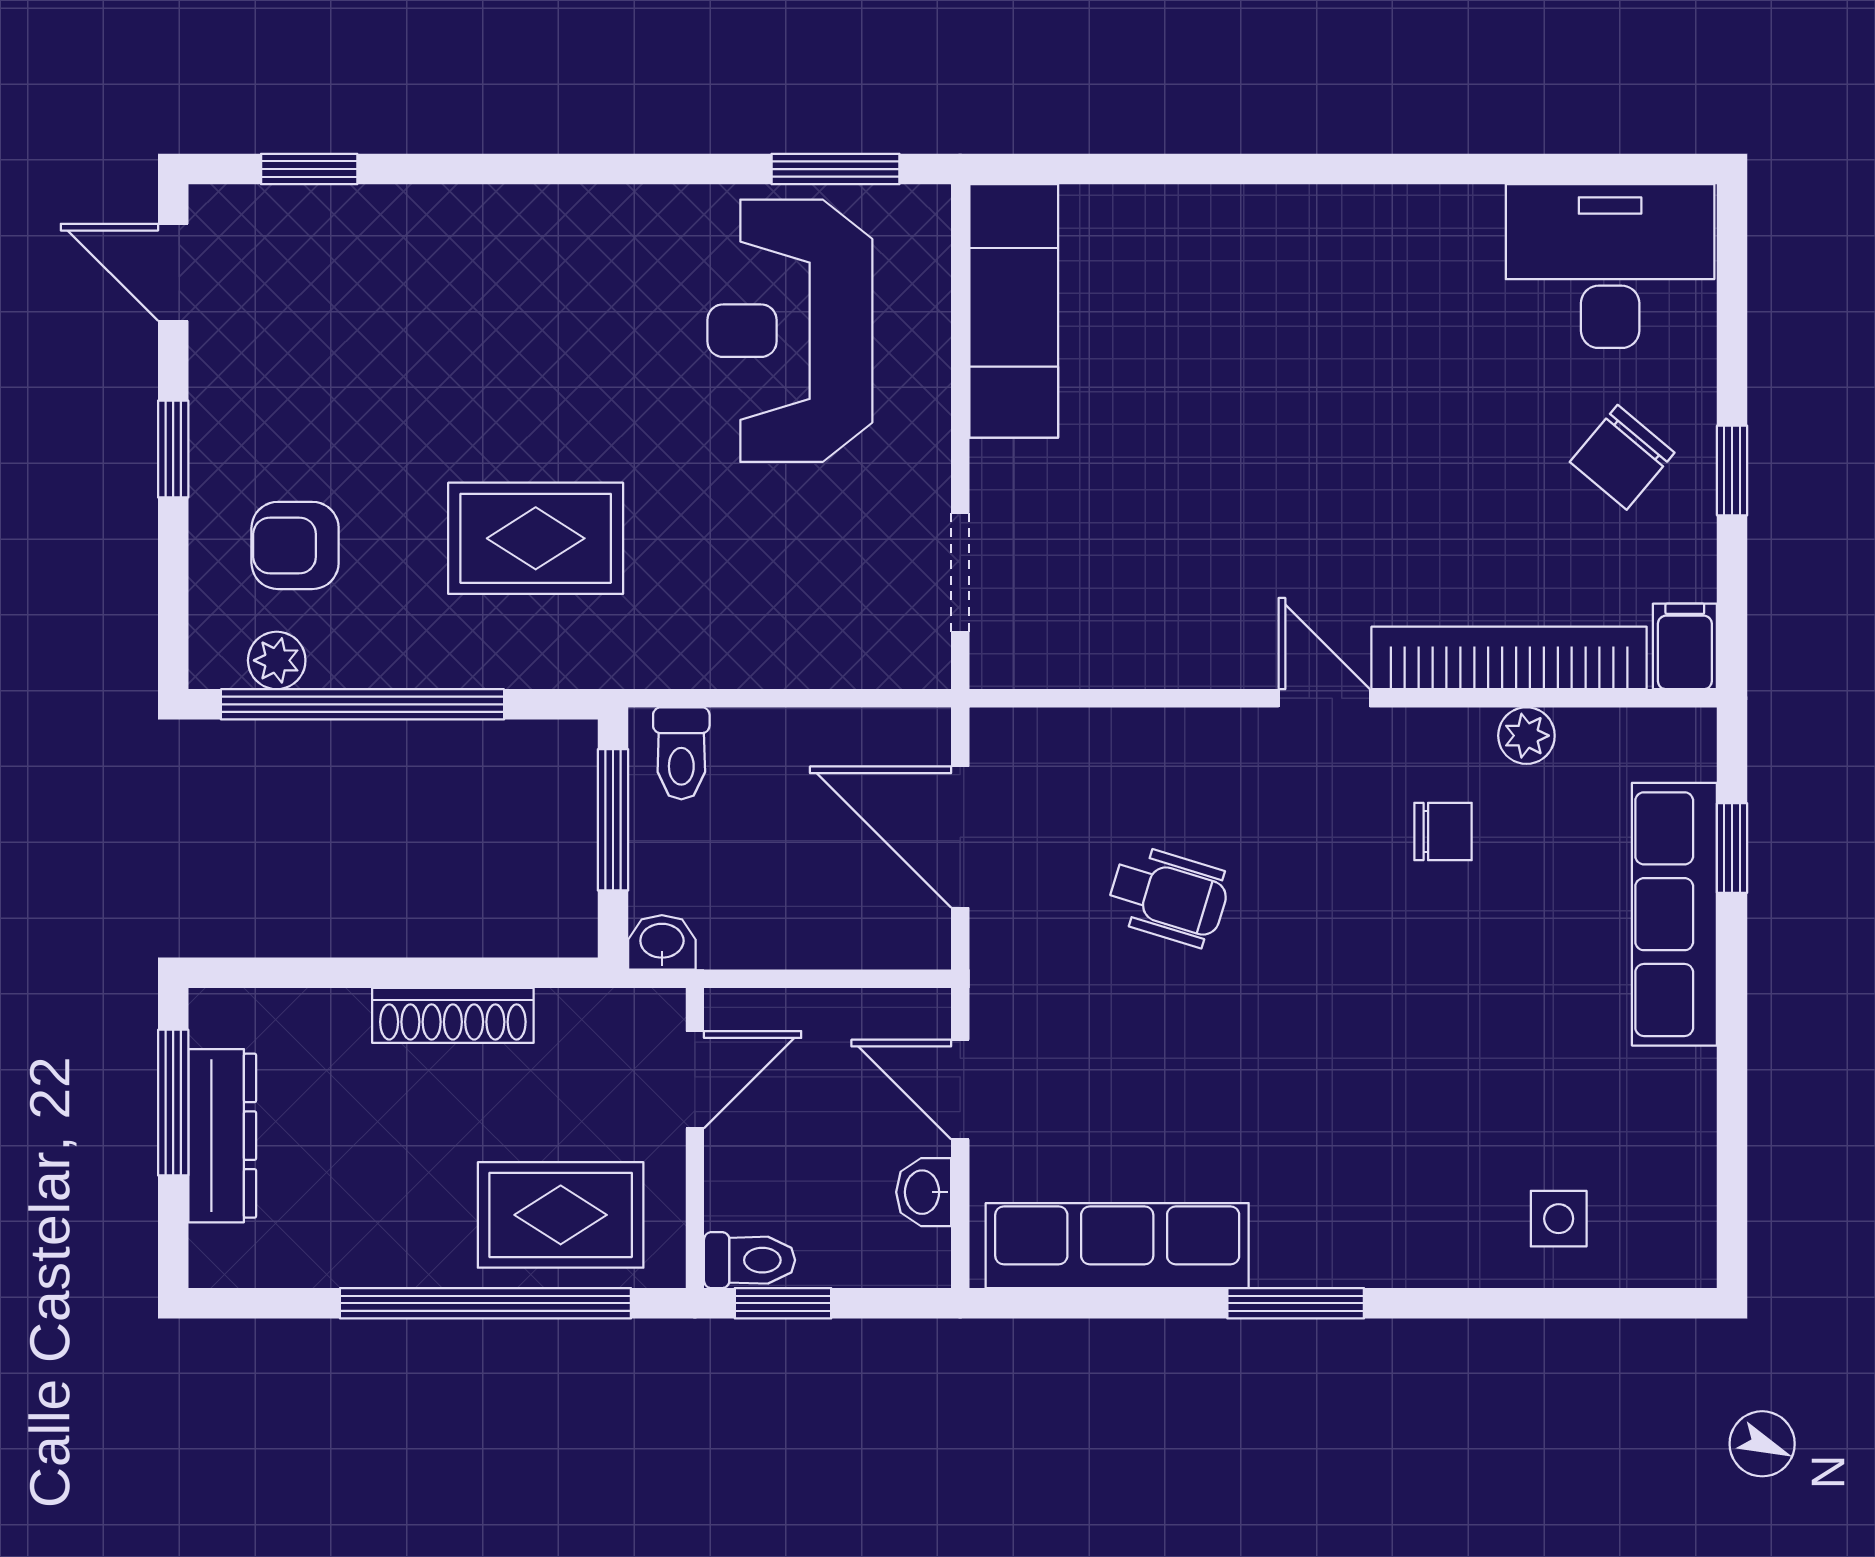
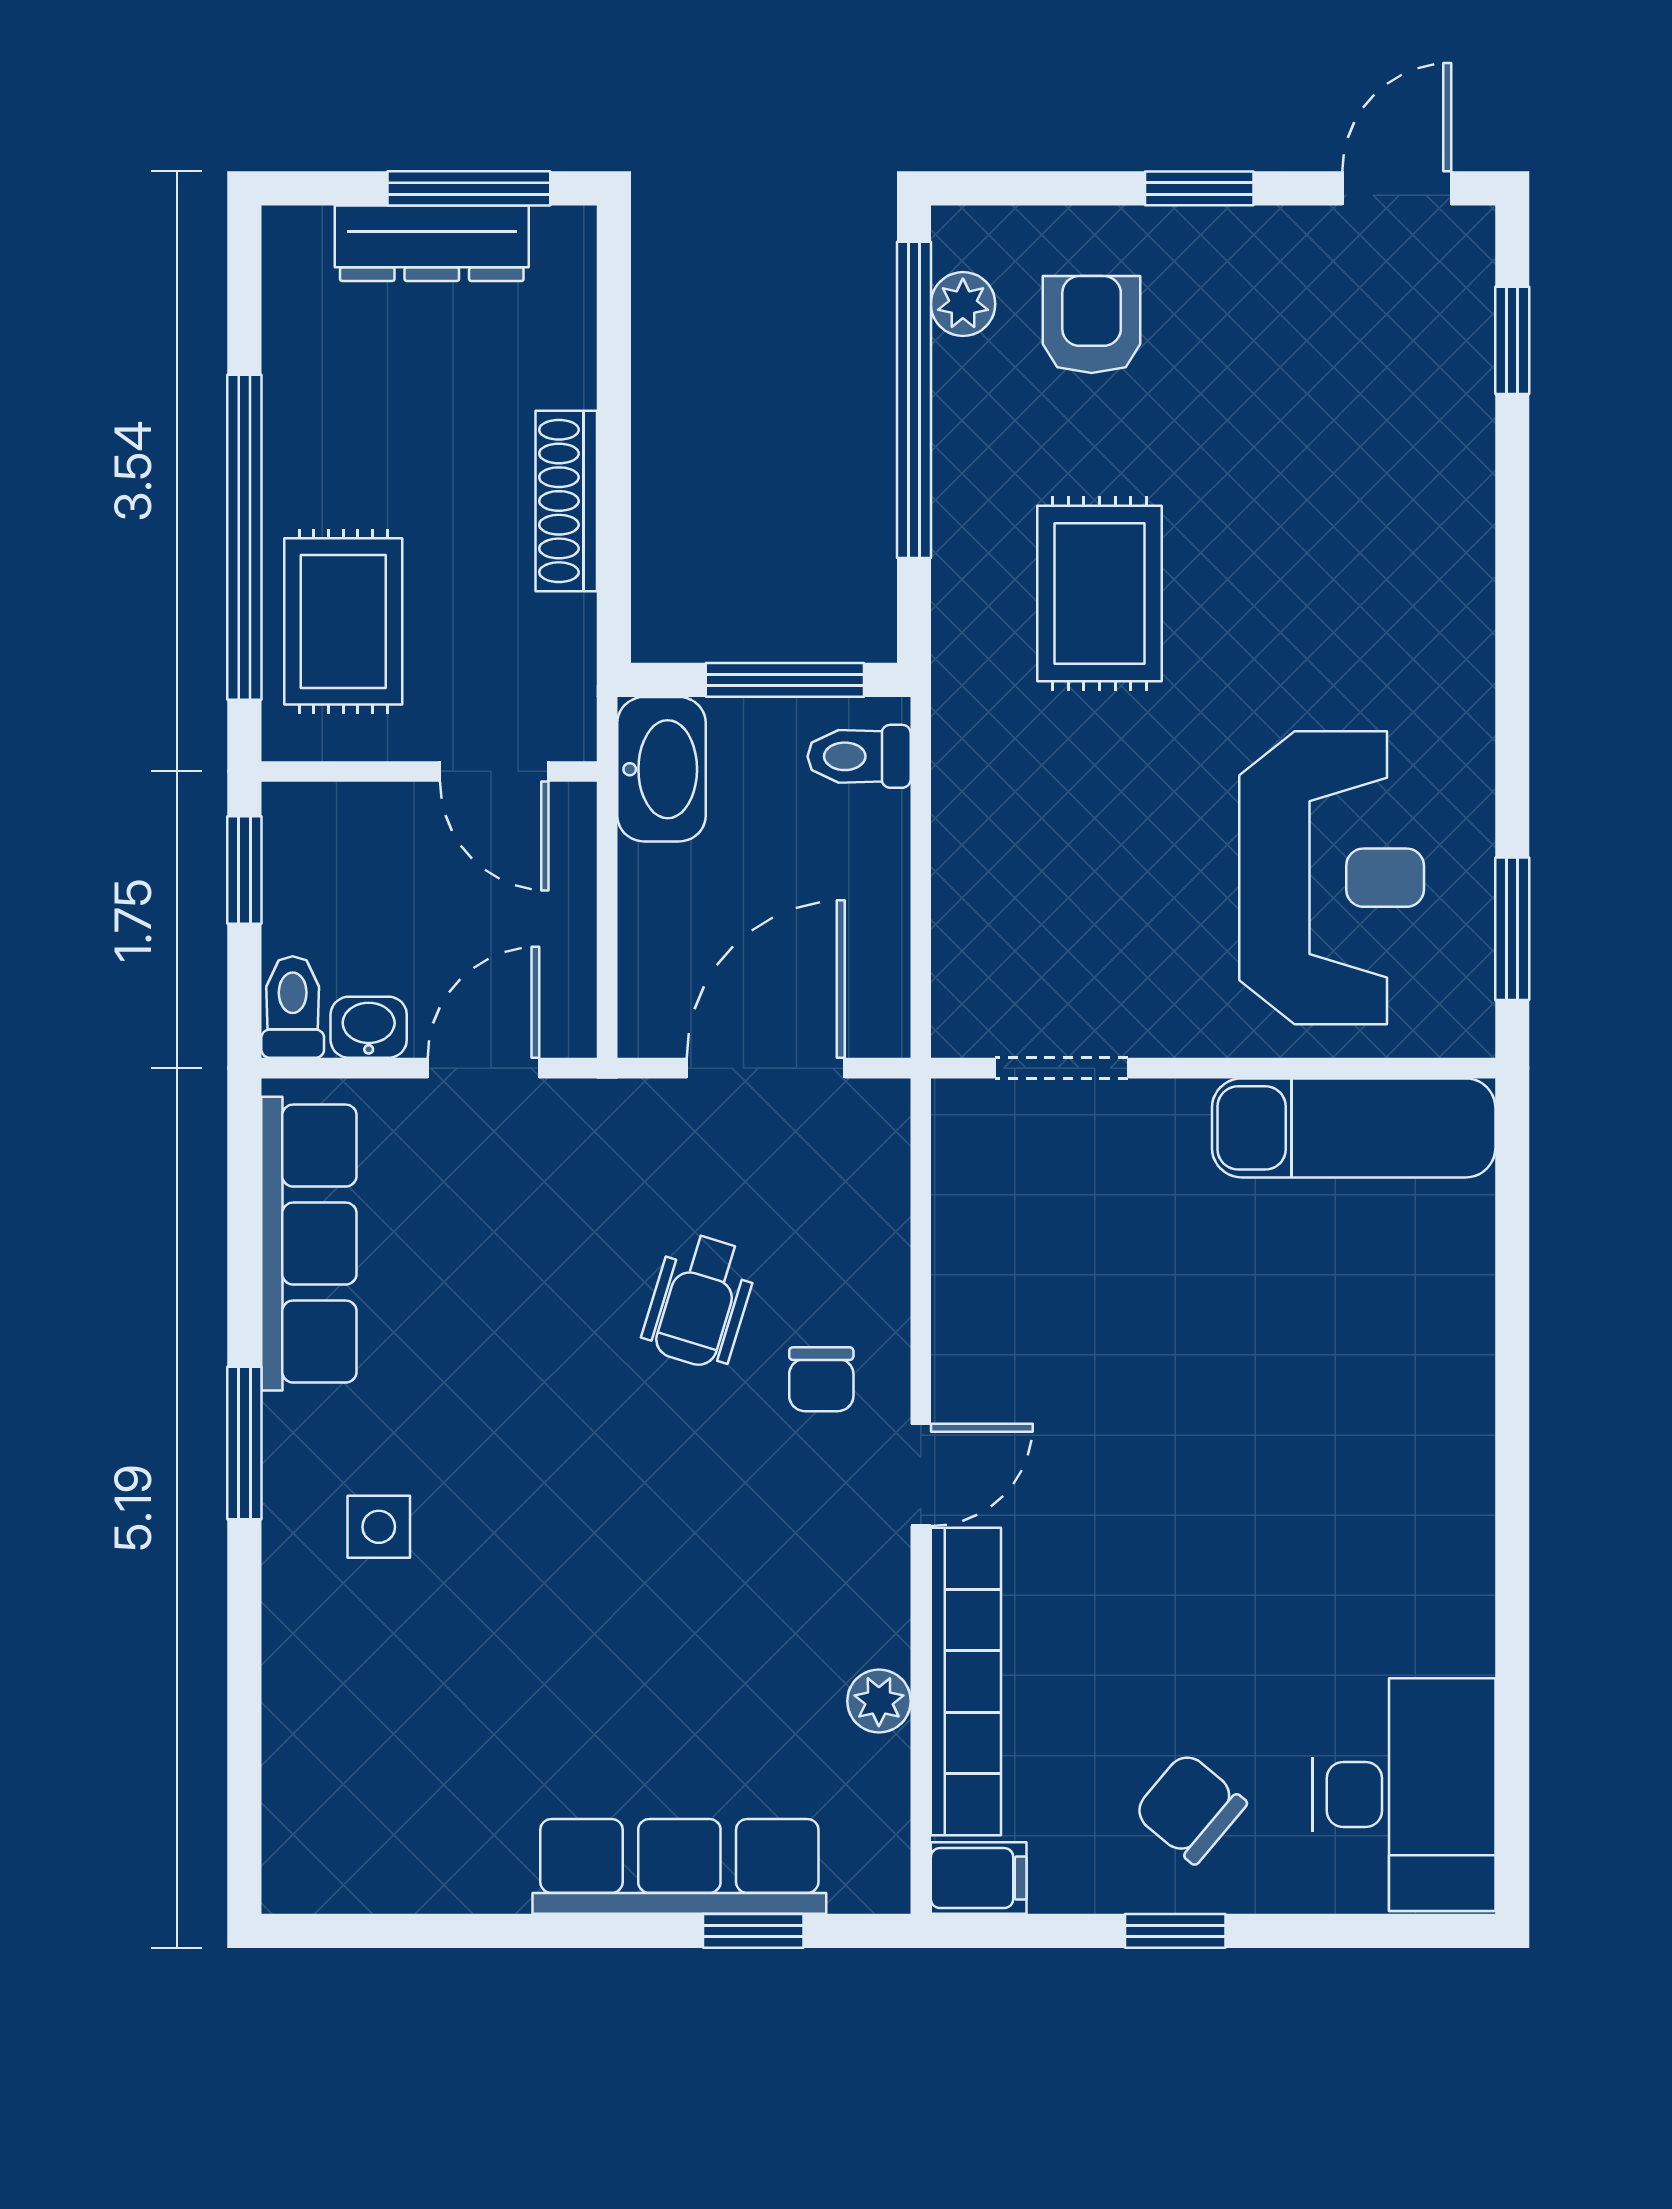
reception desk: (790, 331) -> (1332, 878), turned 90
chair: (1443, 832) -> (821, 1379), moved
washbasin: (662, 942) -> (662, 769), width x1.91, depth x1.45
side table: (1559, 1219) -> (379, 1527), moved
toilet: (750, 1260) -> (293, 1007), moved, turned 180

